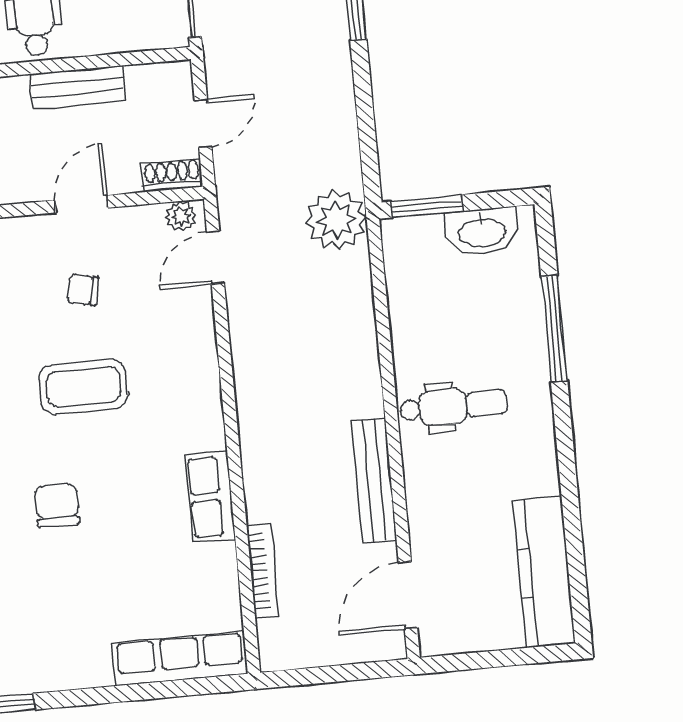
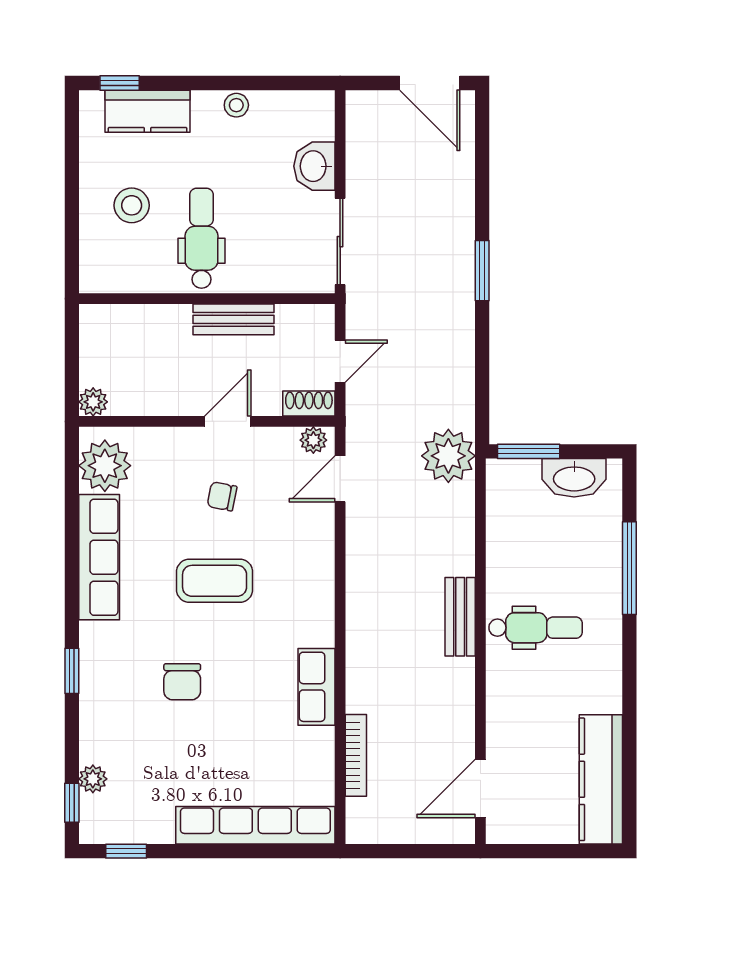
bench: (374, 481) -> (460, 617), moved, width x0.73
chair: (57, 505) -> (182, 682), turned 180
row of seats: (180, 658) -> (255, 825), width x1.36

